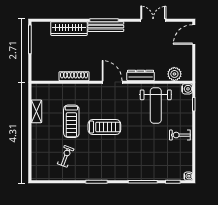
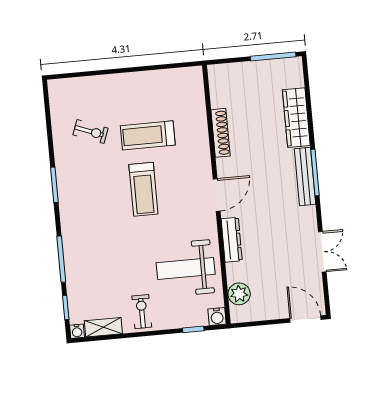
shelving: (36, 111) -> (103, 327), moved

